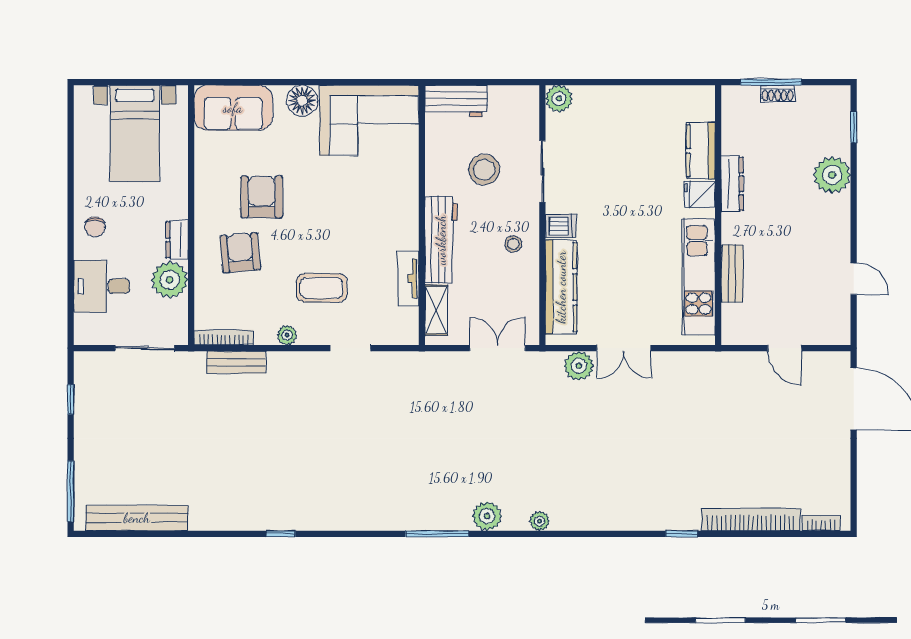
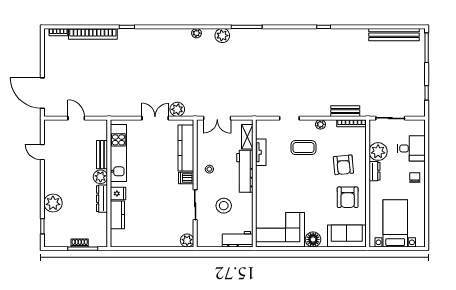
armchair: (262, 197) -> (348, 197), moved
plant: (735, 228) -> (100, 177), added

